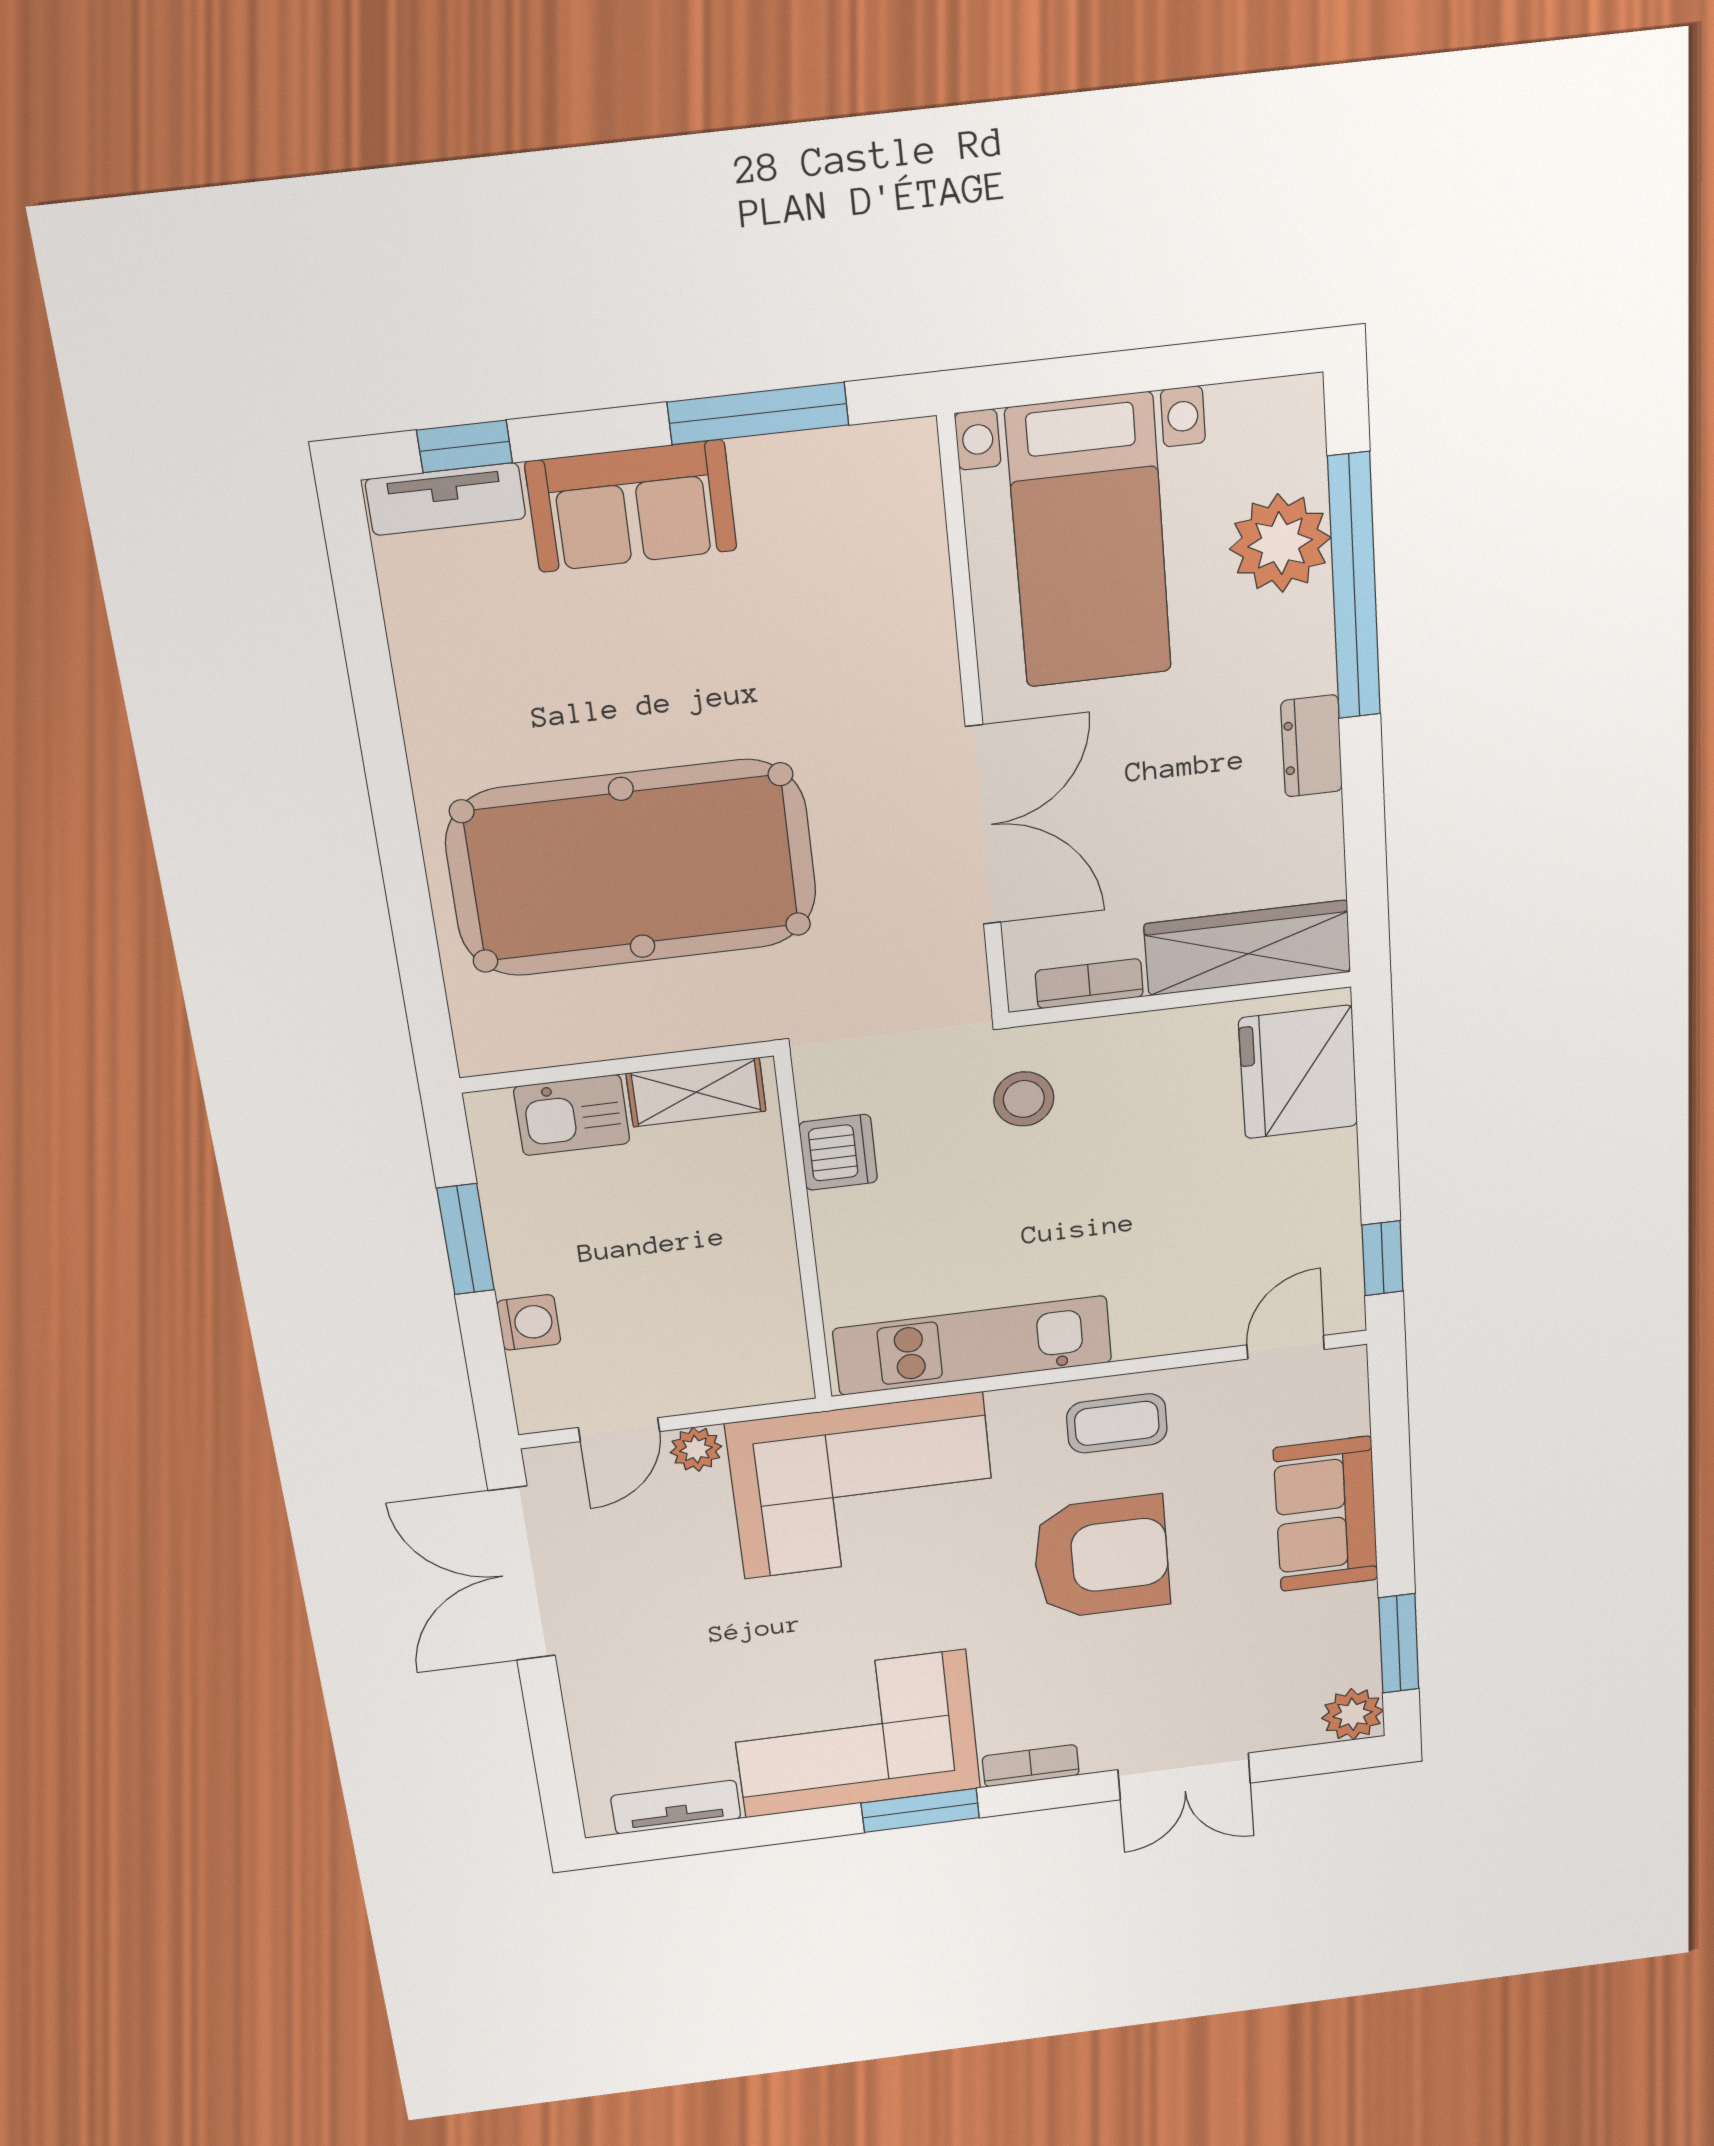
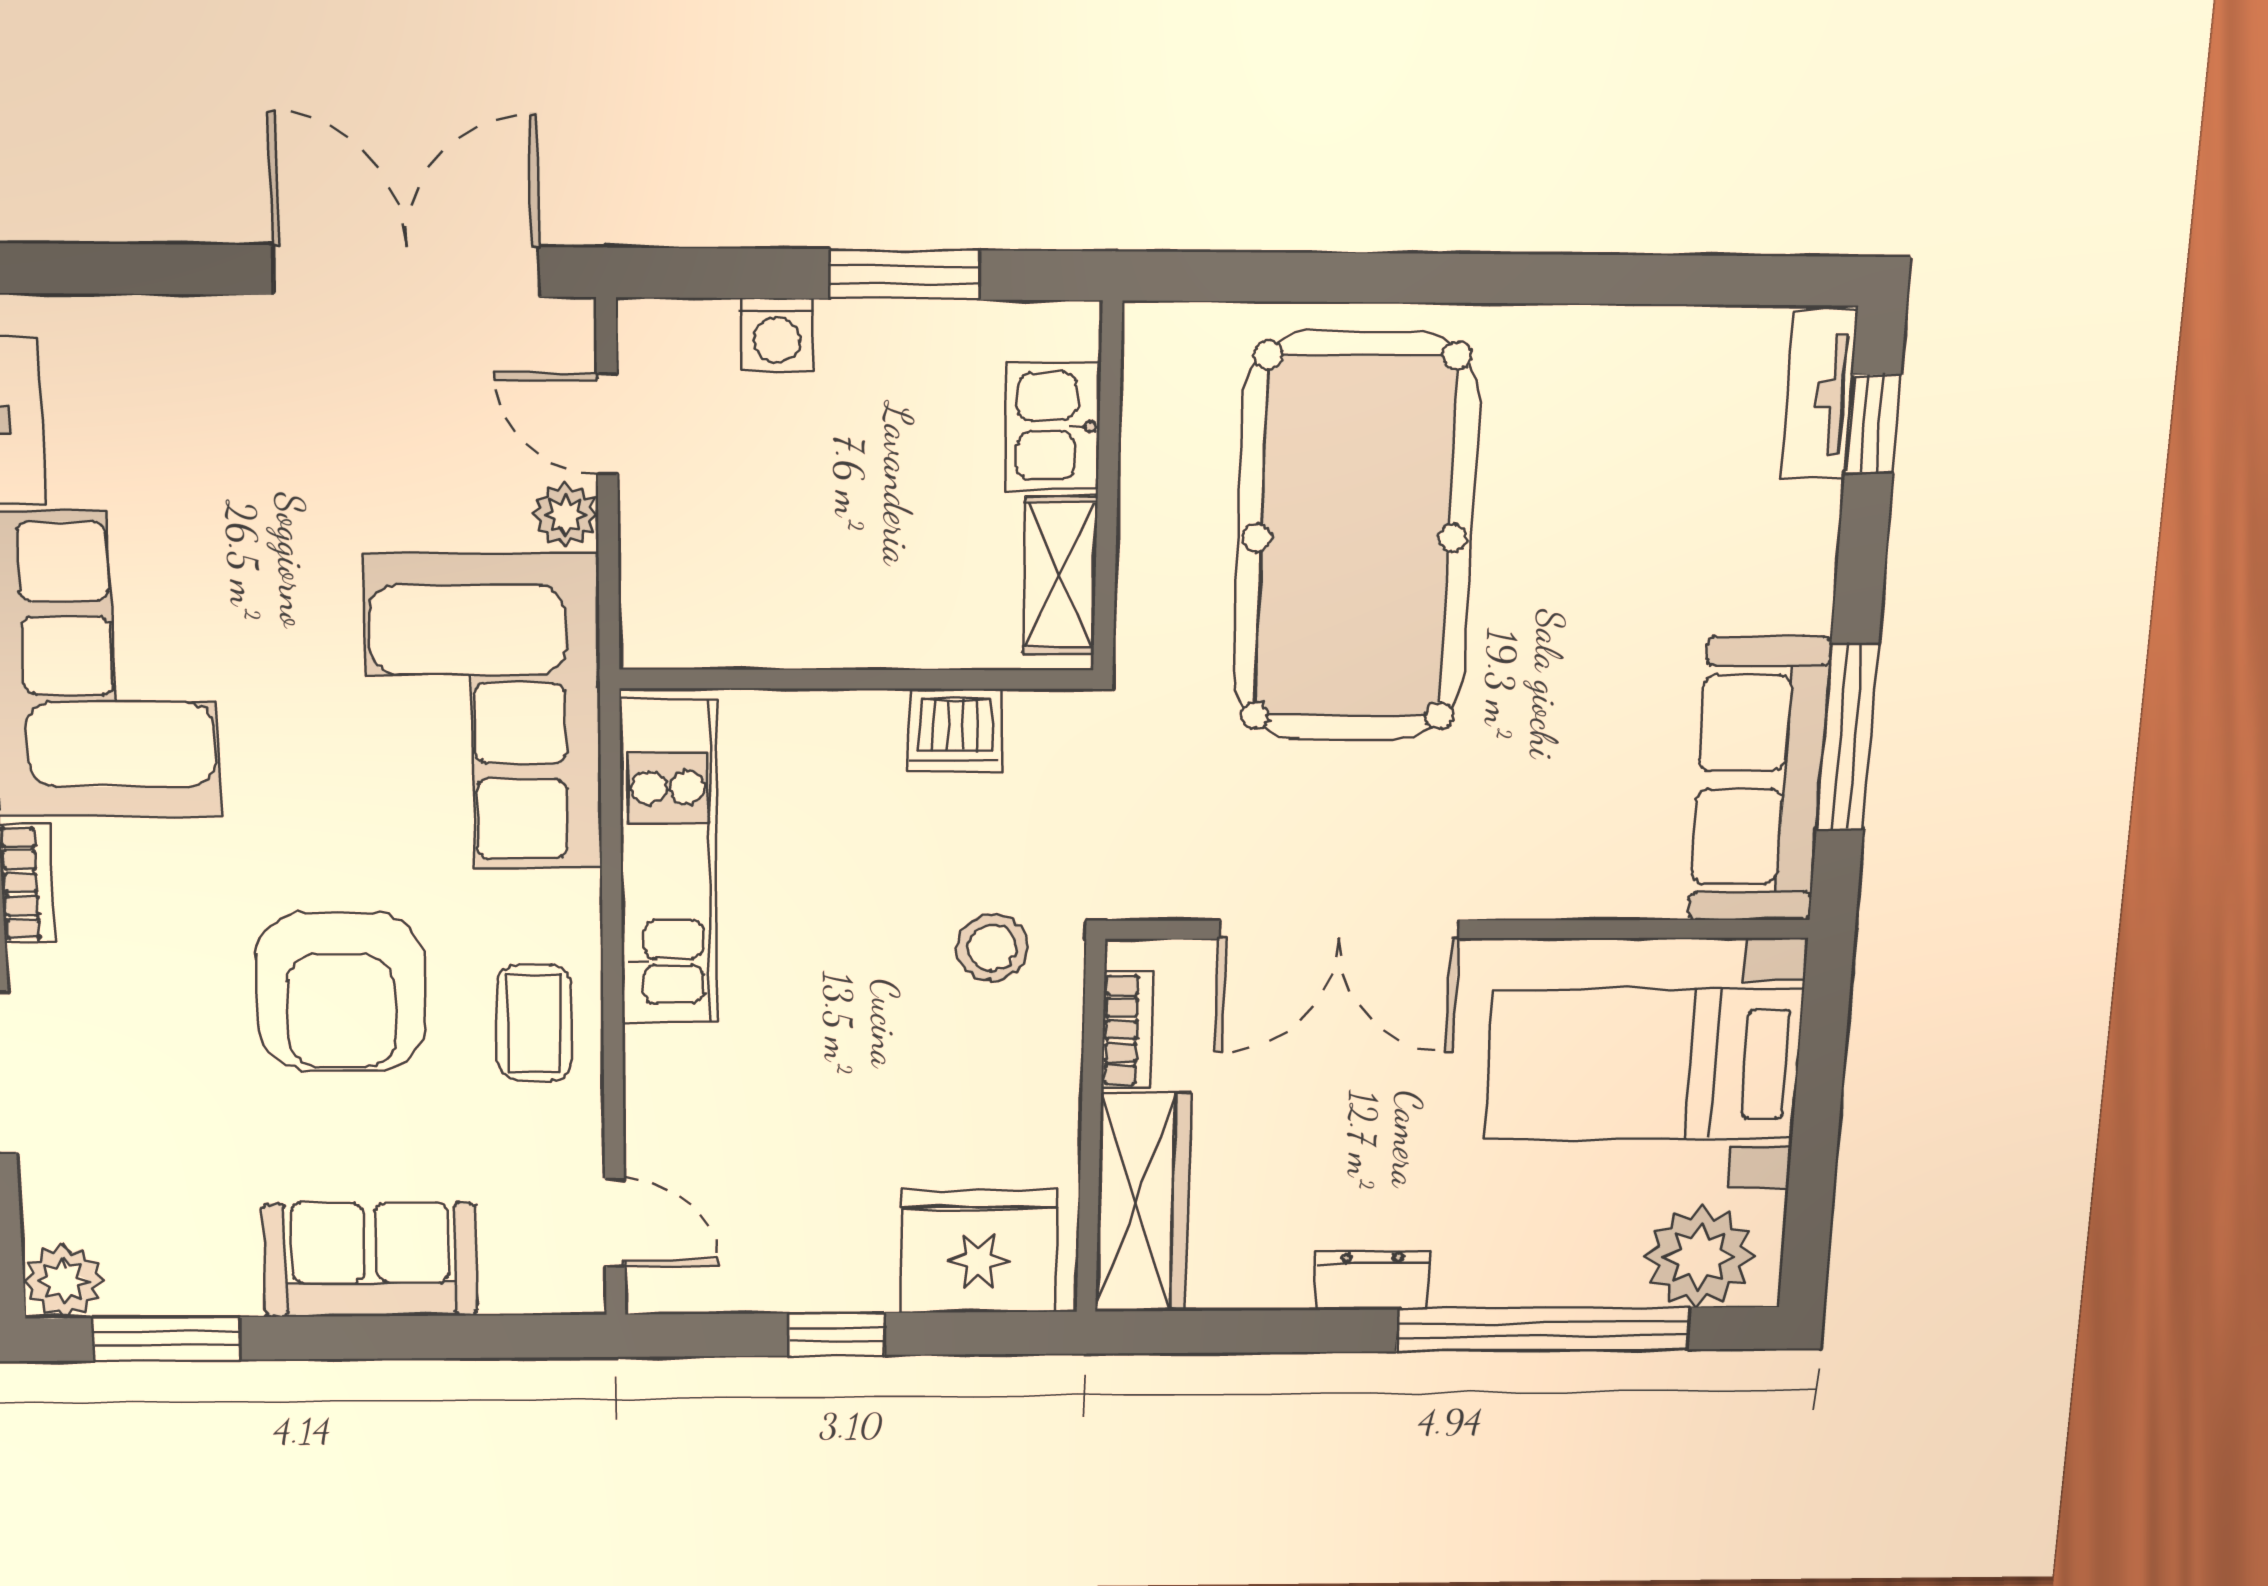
sofa: (631, 506) -> (1759, 780), moved, width x1.36
plant: (1280, 543) -> (1699, 1257), moved
window: (1382, 1258) -> (837, 1334), moved

